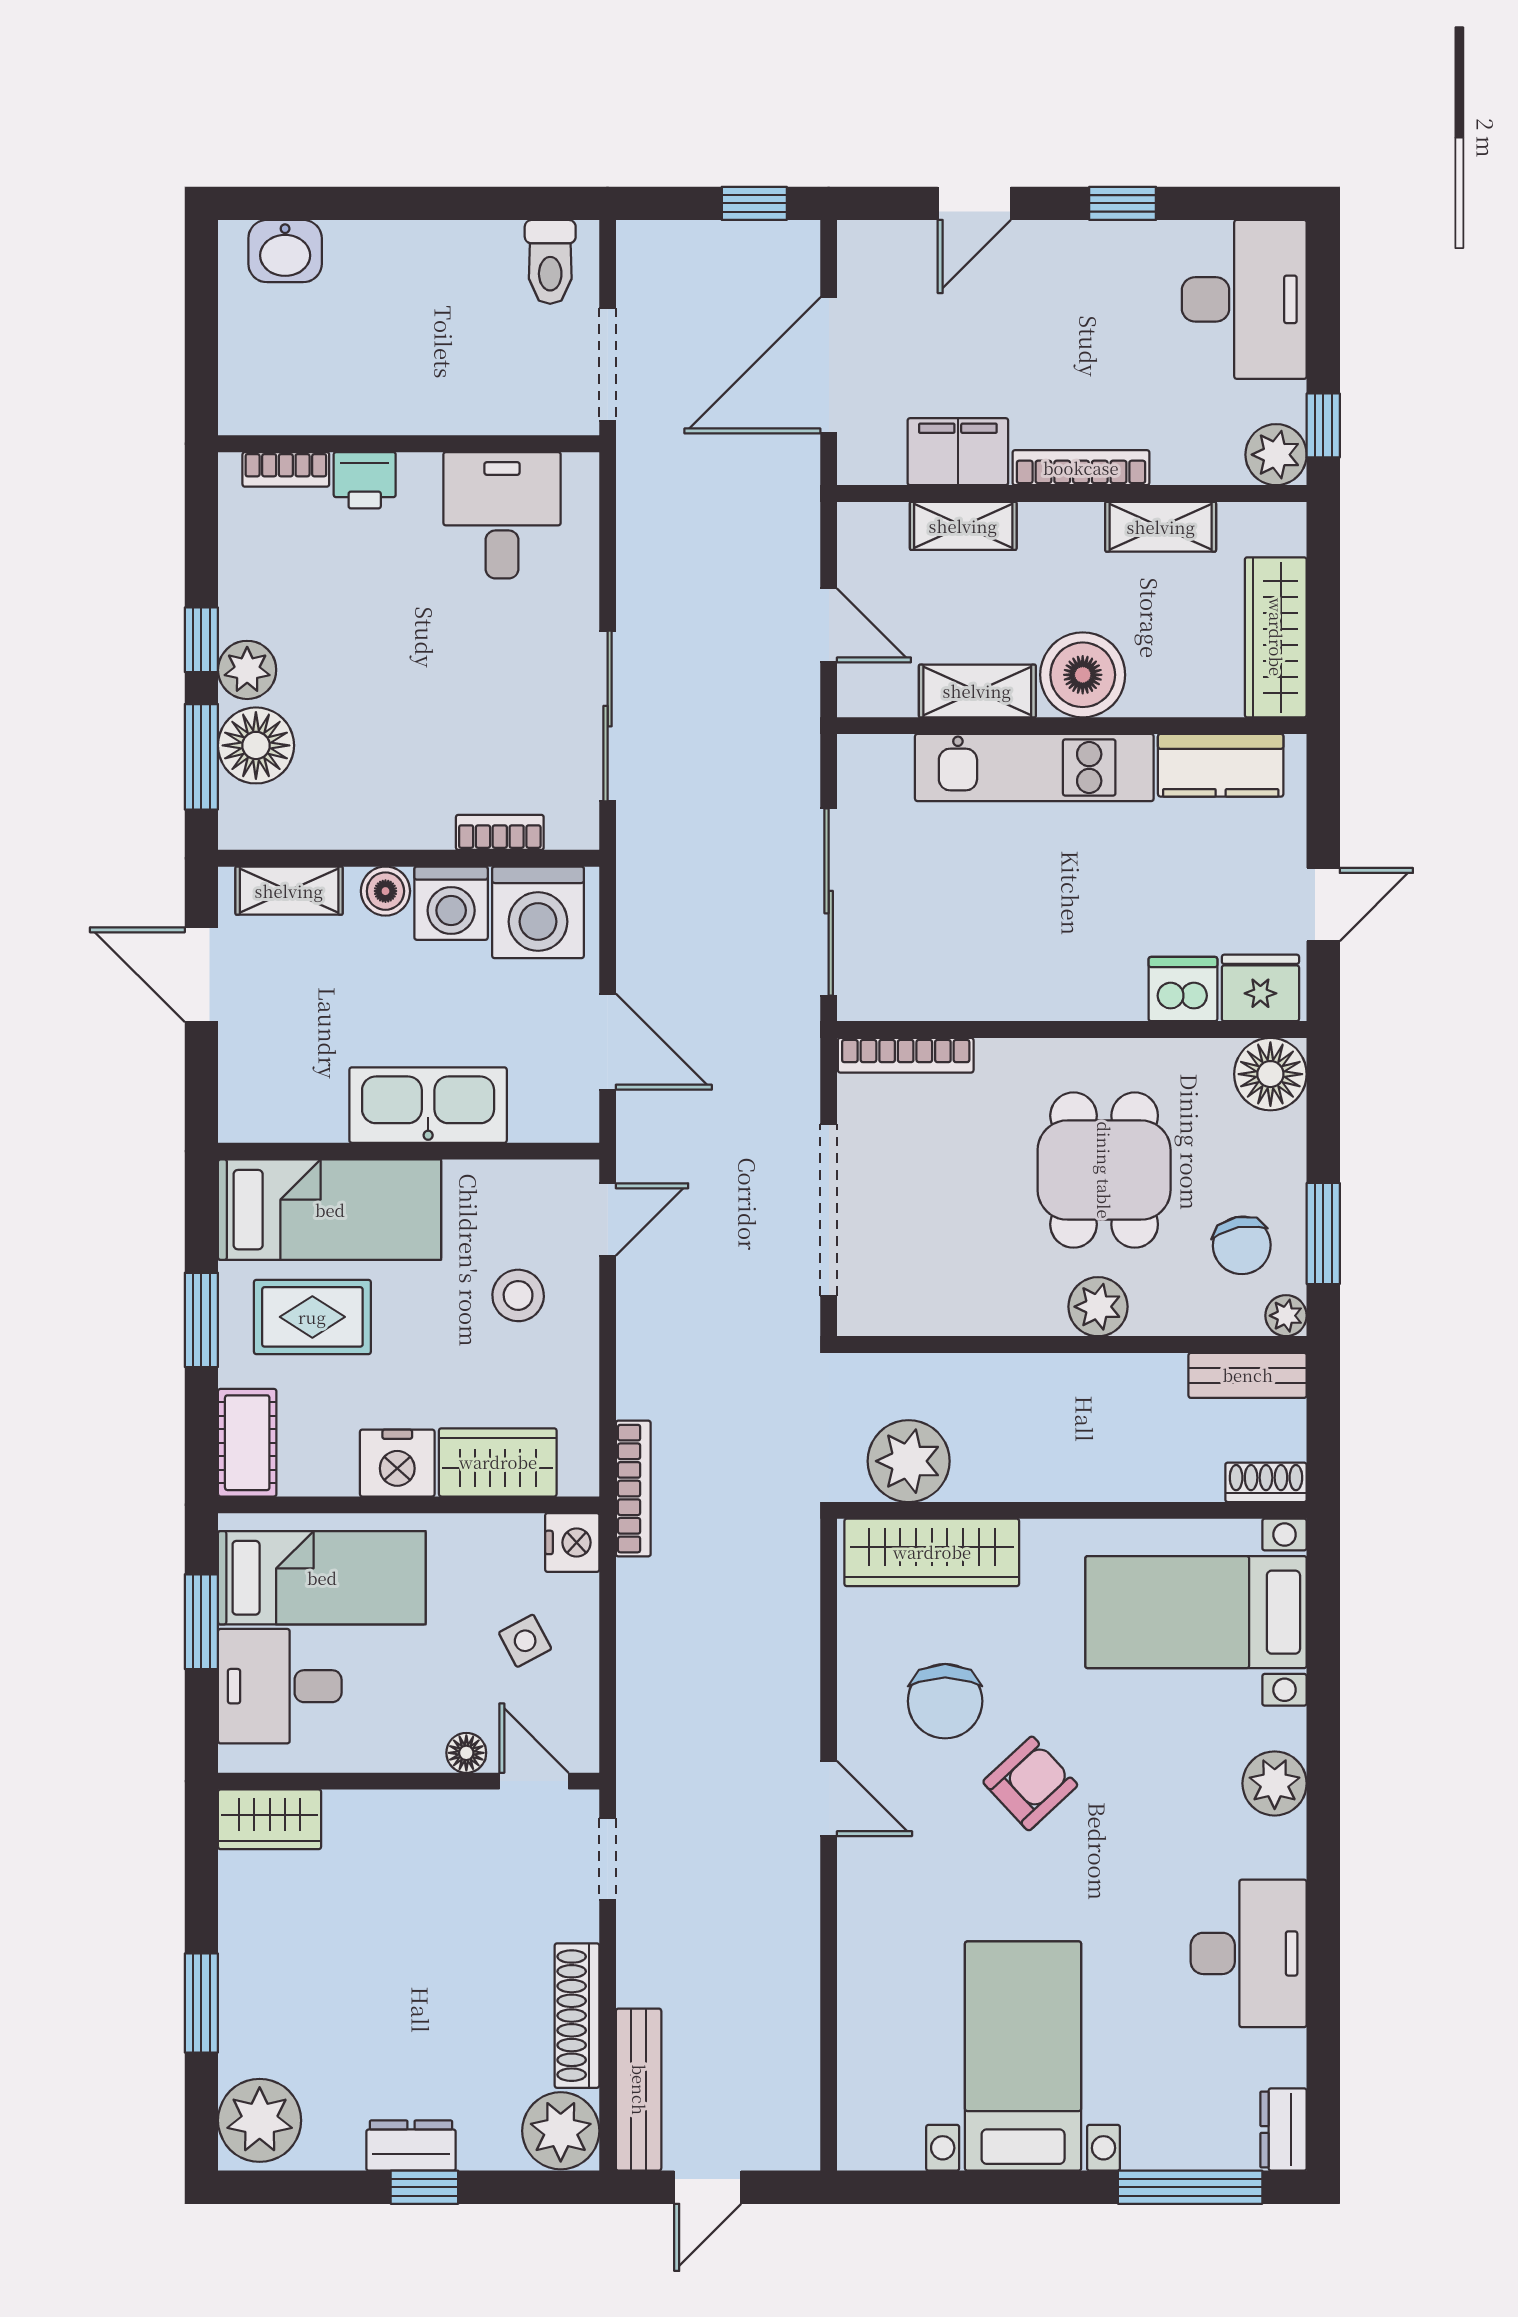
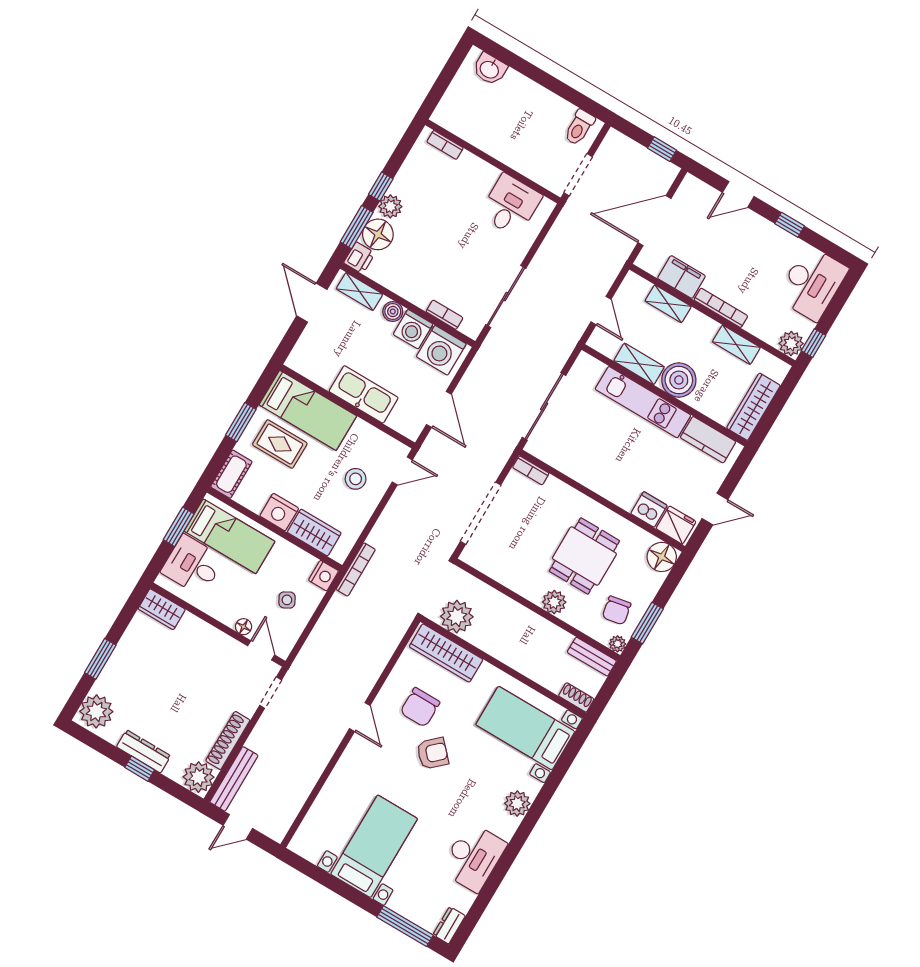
printer: (365, 480) -> (359, 258), moved, turned -90
bookcase: (906, 1055) -> (531, 470), width x0.64
dresser: (411, 2146) -> (144, 751), width x1.44

